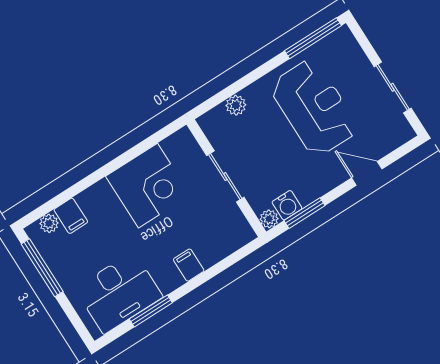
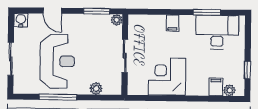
window: (313, 38) -> (58, 97), moved
sliding door: (393, 87) -> (11, 59), moved
reception desk: (314, 108) -> (57, 61), turned 180
water cooler: (287, 205) -> (21, 20), moved
window: (42, 268) -> (248, 70), width x0.46

